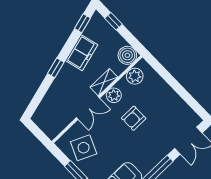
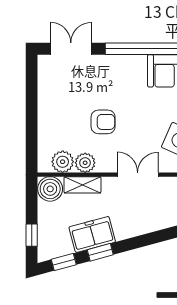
window: (56, 68) -> (100, 252), moved
shelving: (104, 82) -> (82, 185), moved
plant: (114, 95) -> (85, 163), moved

